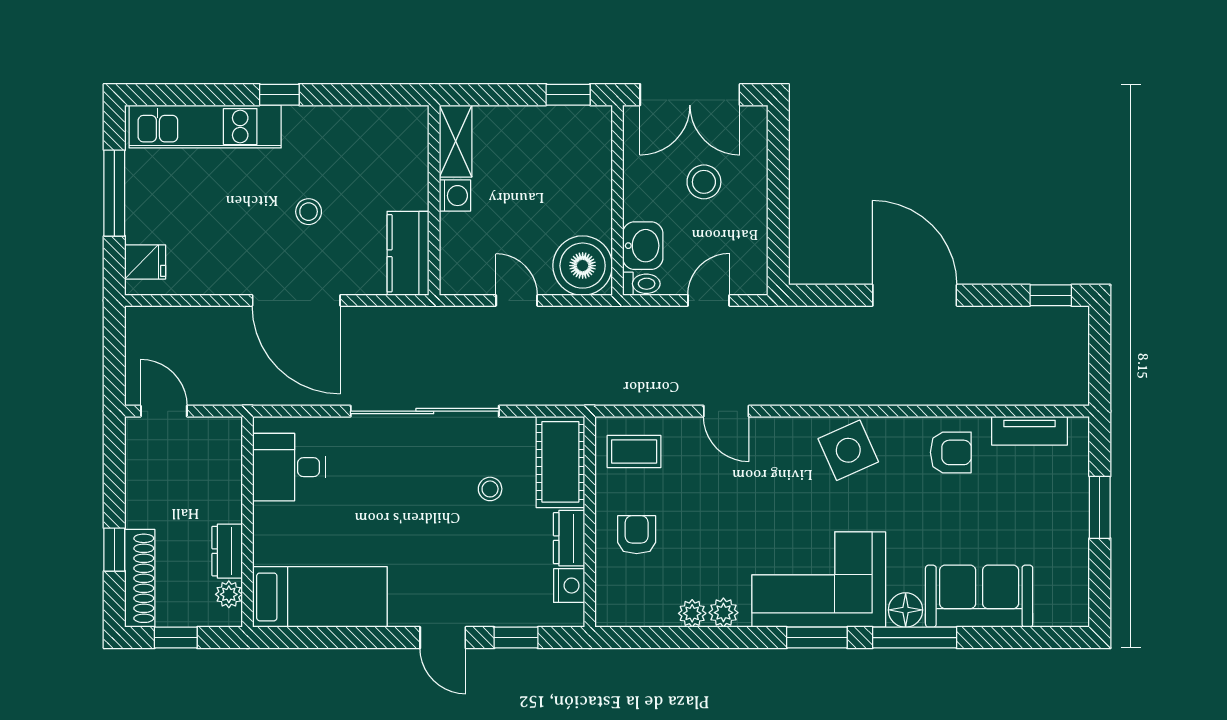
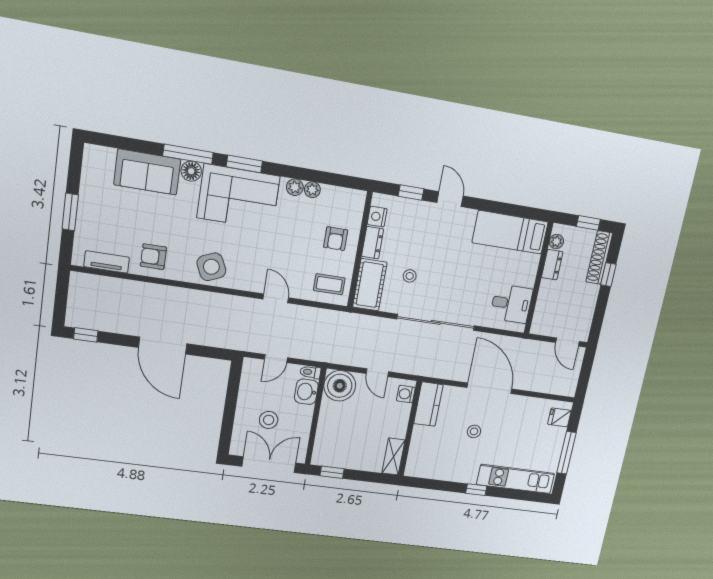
washing machine: (455, 196) -> (406, 394), moved

